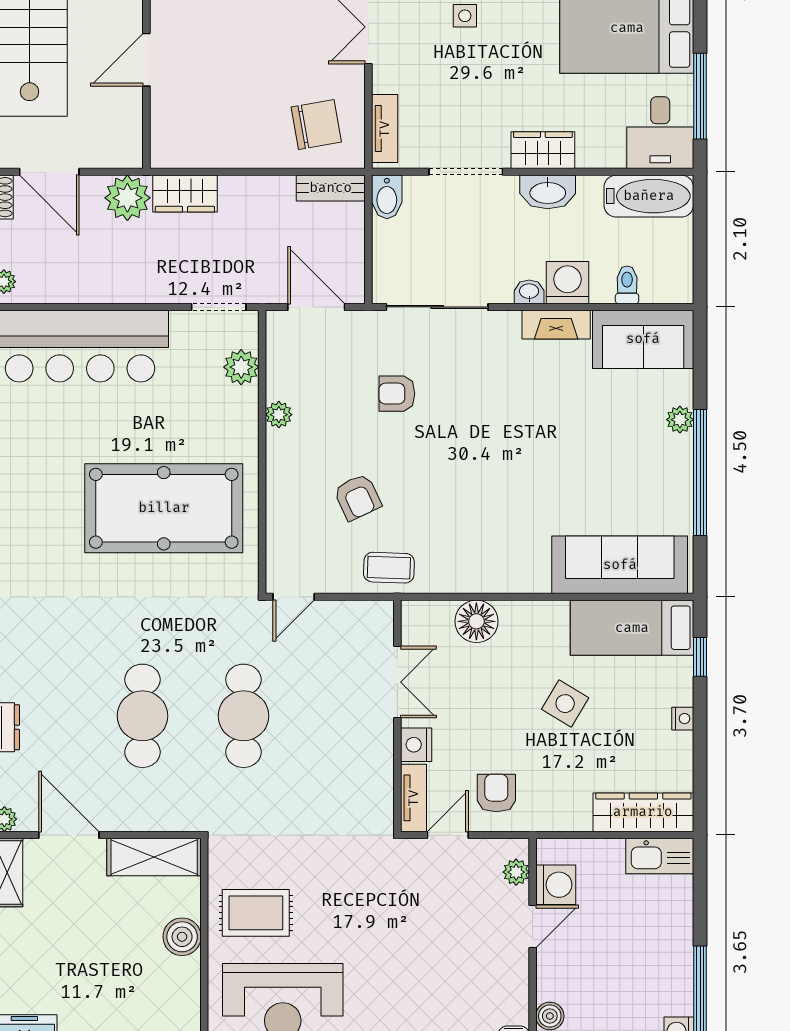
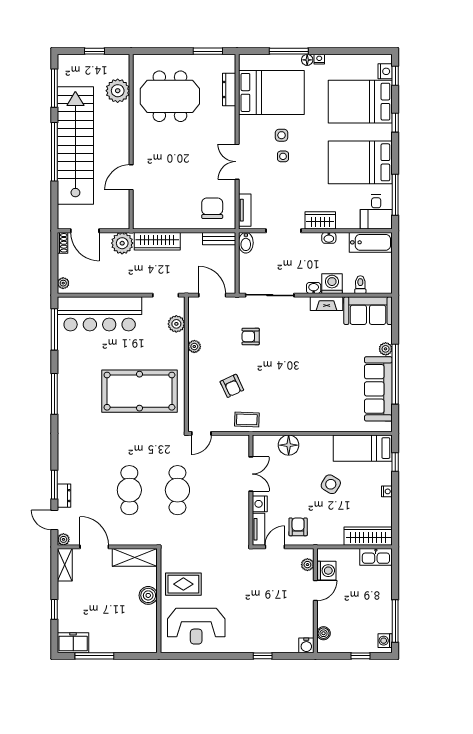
chair: (316, 125) -> (212, 208), turned -80
washbasin: (548, 192) -> (329, 238), width x0.52, depth x0.69
wardrobe: (185, 194) -> (157, 241), width x1.50
sofa: (620, 565) -> (378, 389), moved, turned -90

